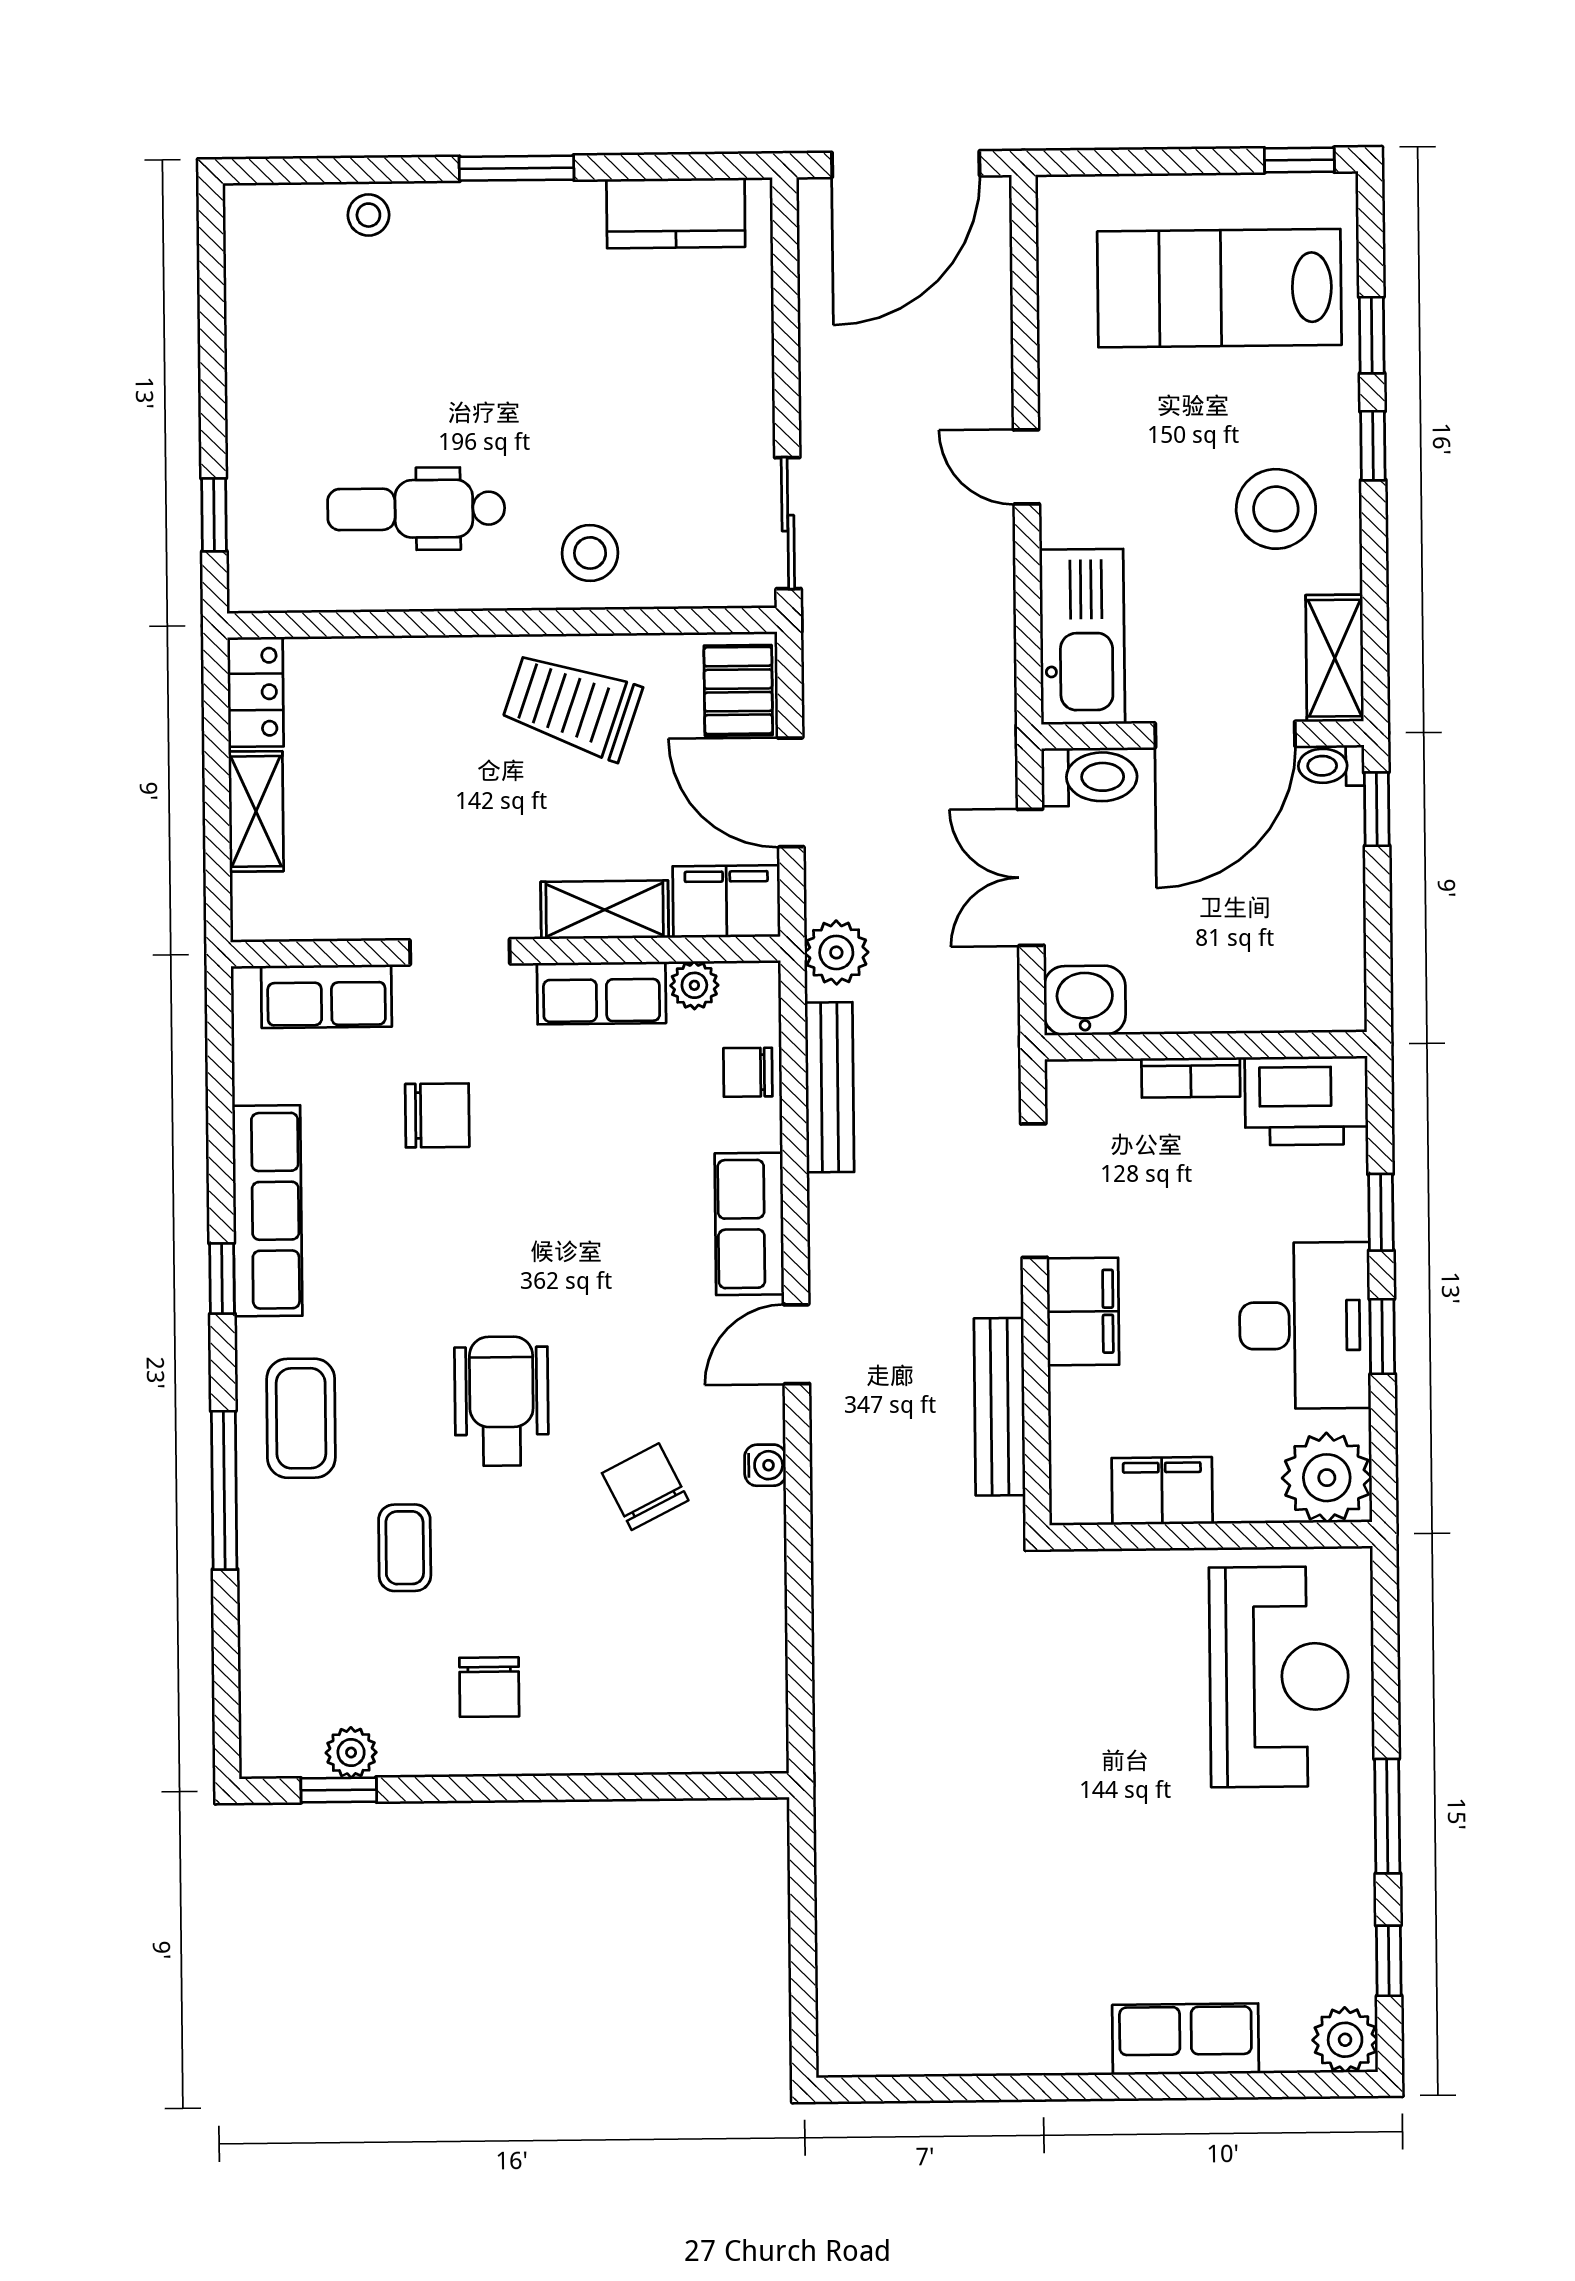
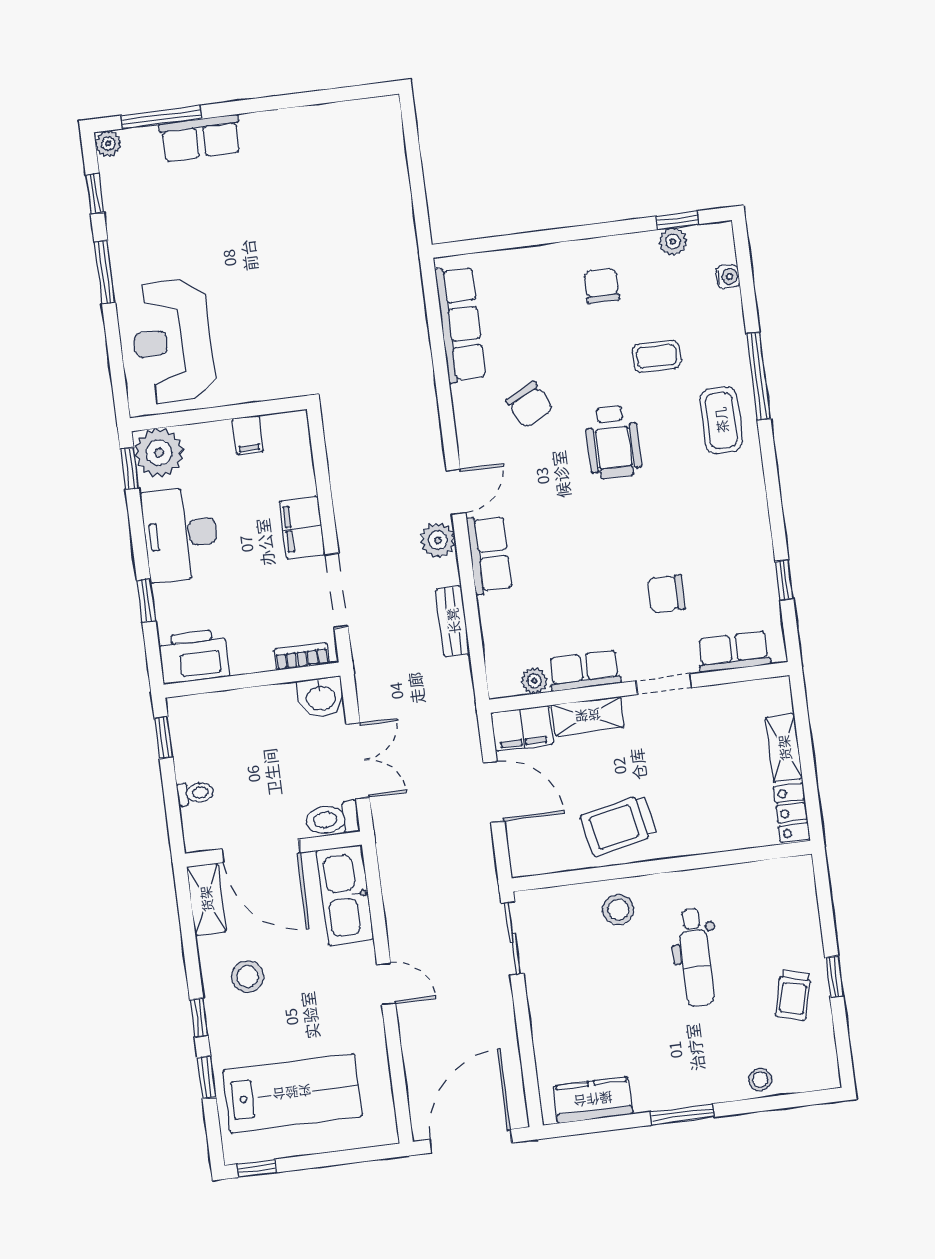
trolley: (291, 361) -> (793, 995), added
dental chair: (416, 509) -> (696, 957), moved, turned 90
stool: (1276, 509) -> (248, 977), width x0.73, depth x0.73
window: (214, 515) -> (834, 977), moved
pallet: (738, 690) -> (529, 844), removed
trolley: (572, 706) -> (619, 825), turned 149
door: (1225, 735) -> (261, 851), swing flipped
toilet: (1331, 766) -> (195, 793), moved
window: (1377, 809) -> (164, 738), moved
plant: (836, 952) -> (438, 540), moved
chair: (748, 1072) -> (500, 637), removed
bookcase: (1191, 1077) -> (302, 656), moved
bench: (830, 1087) -> (453, 621), width x0.73
row of seats: (267, 1211) -> (460, 324), moved, turned 180
window: (222, 1278) -> (784, 580), moved
window: (1382, 1337) -> (130, 469), moved
bench: (1000, 1407) -> (342, 471), removed
water cooler: (765, 1465) -> (728, 277), moved, turned 180
filing cabinet: (1162, 1491) -> (248, 435), width x0.50
coffee table: (405, 1548) -> (657, 356), turned 90
plant: (1345, 2040) -> (108, 144), width x0.73, depth x0.73
window: (1252, 2085) -> (161, 117), added

